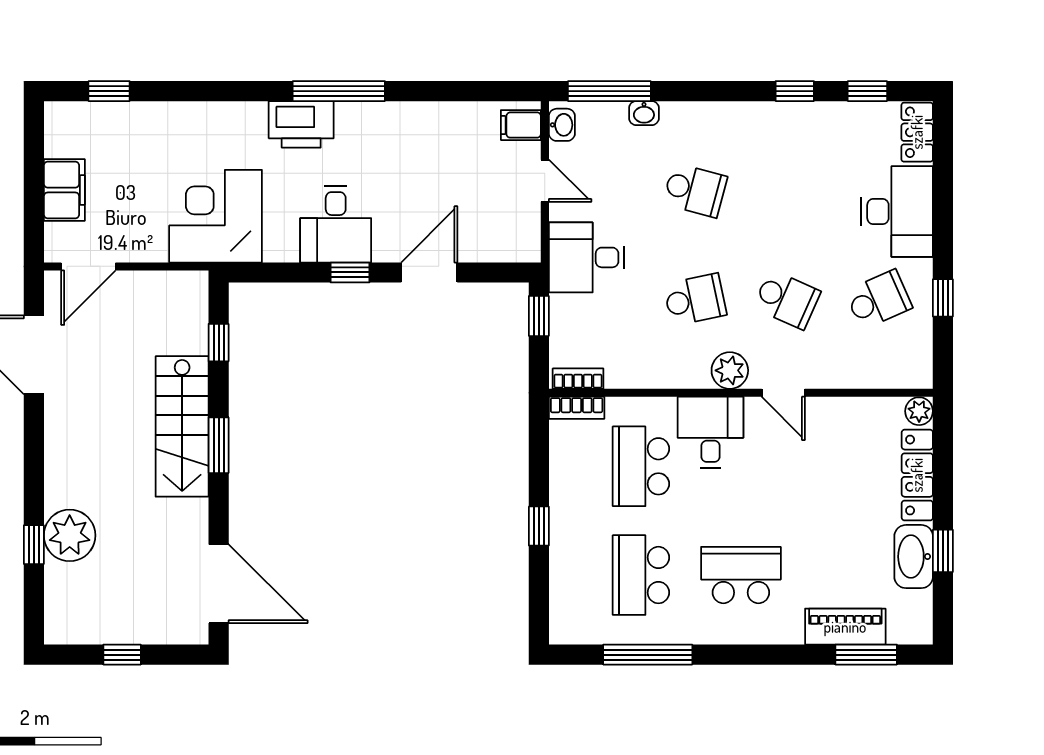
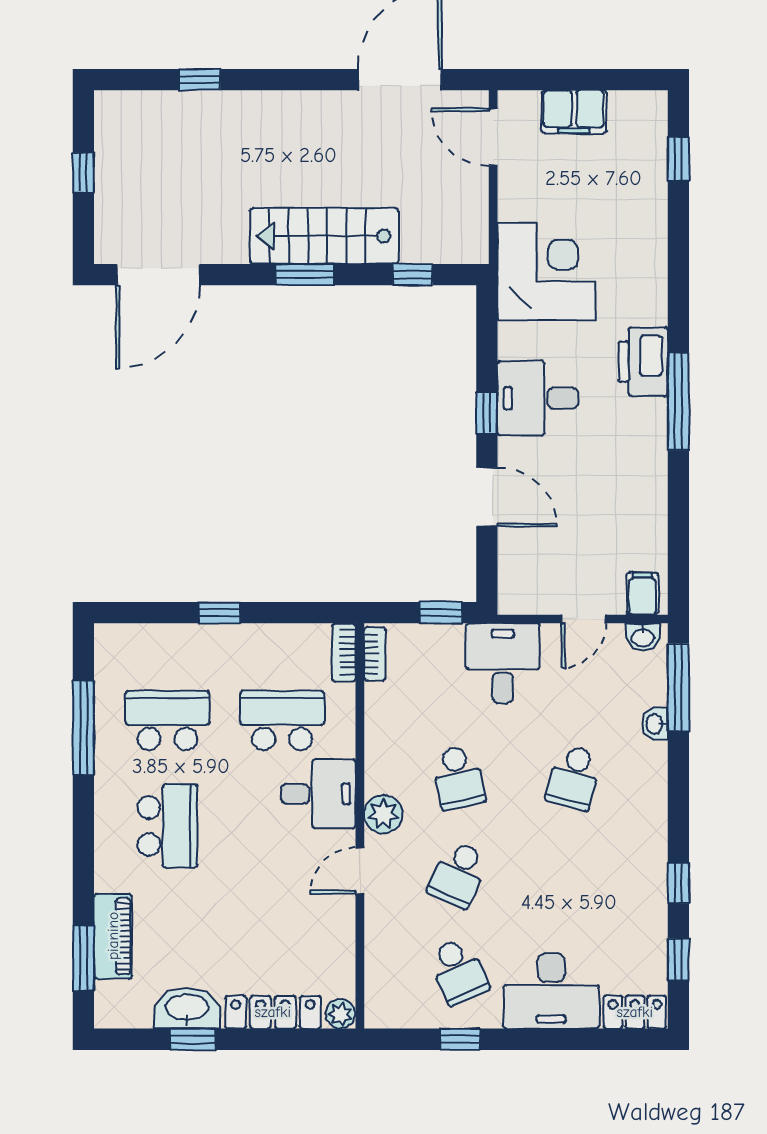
plant: (70, 535) -> (209, 117), removed

